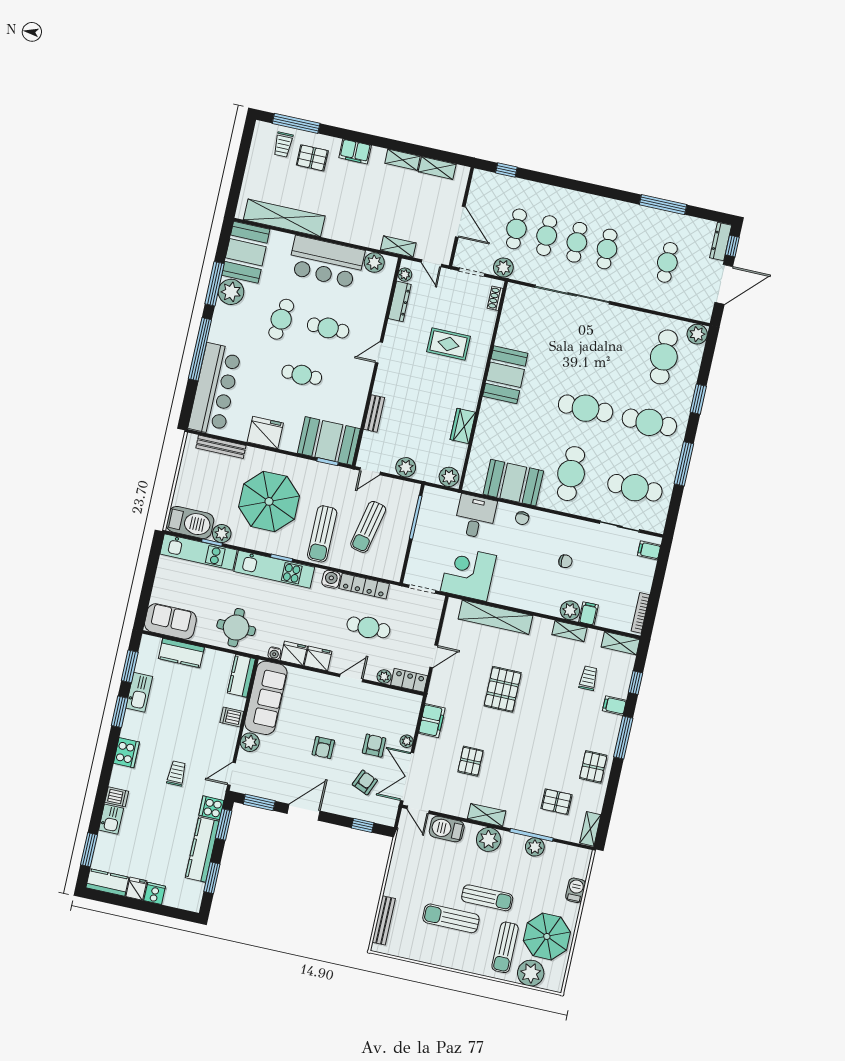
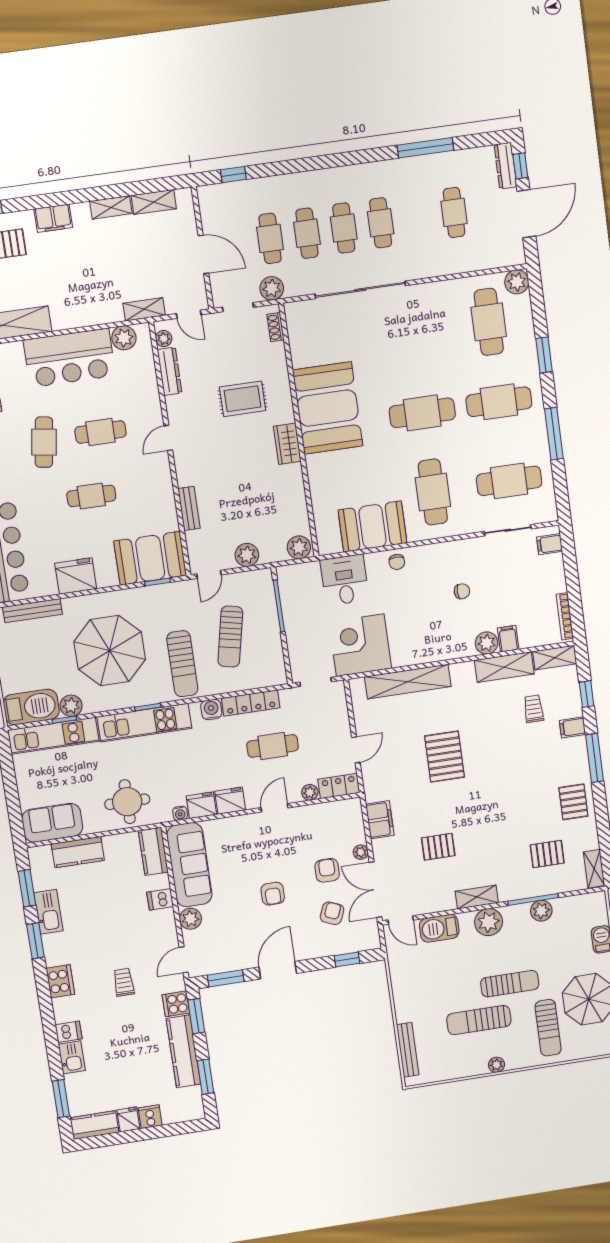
booth: (505, 375) -> (328, 408), width x1.36, depth x1.42
wardrobe: (463, 426) -> (287, 444), moved
shelving: (570, 631) -> (504, 667), width x1.50, depth x1.33
pallet: (471, 761) -> (438, 847), turned 90
plant: (531, 973) -> (496, 1065), moved, width x0.53, depth x0.53

